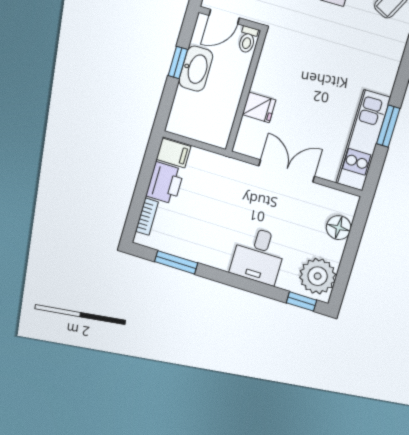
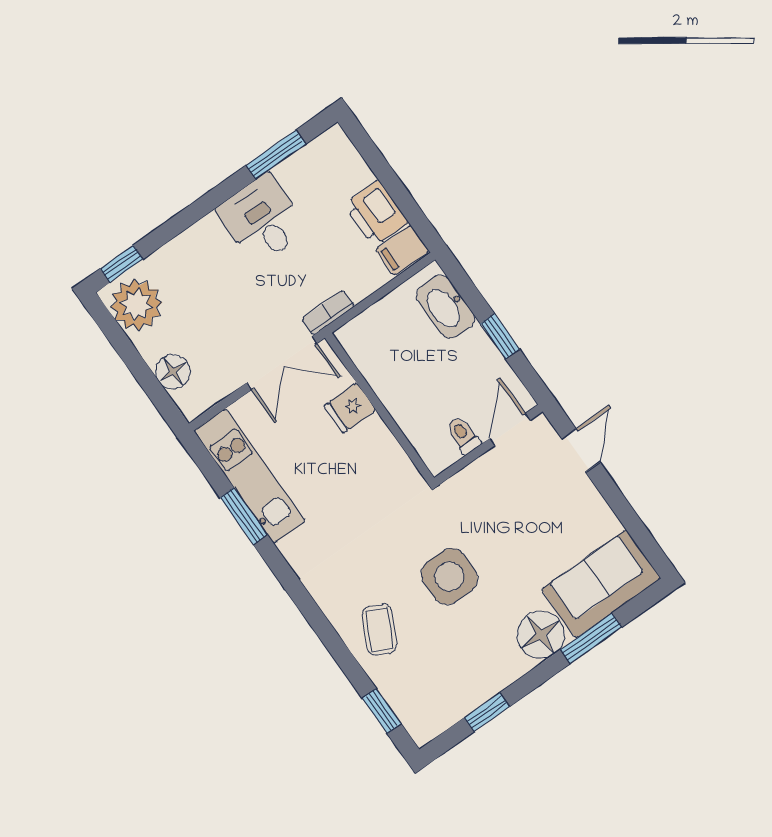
washbasin: (196, 69) -> (446, 307), moved
wall: (246, 91) -> (380, 408), moved
fridge: (259, 107) -> (350, 408), moved
bookcase: (147, 217) -> (328, 313), moved, turned 90
desk: (258, 255) -> (262, 220), moved

